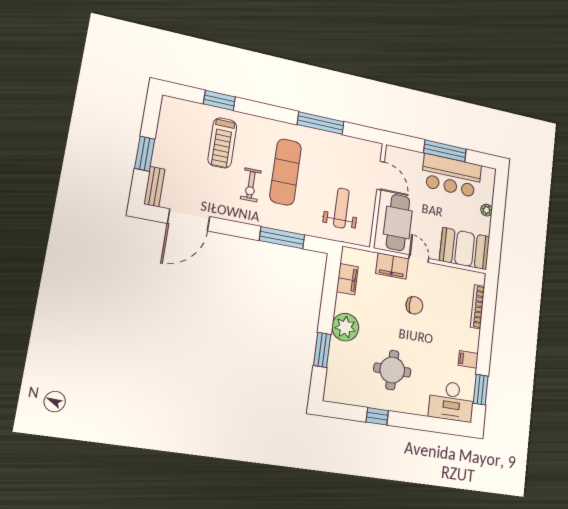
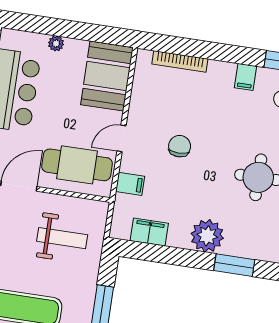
weight bench: (341, 208) -> (62, 238), turned 180
filing cabinet: (392, 266) -> (130, 184), width x0.50

